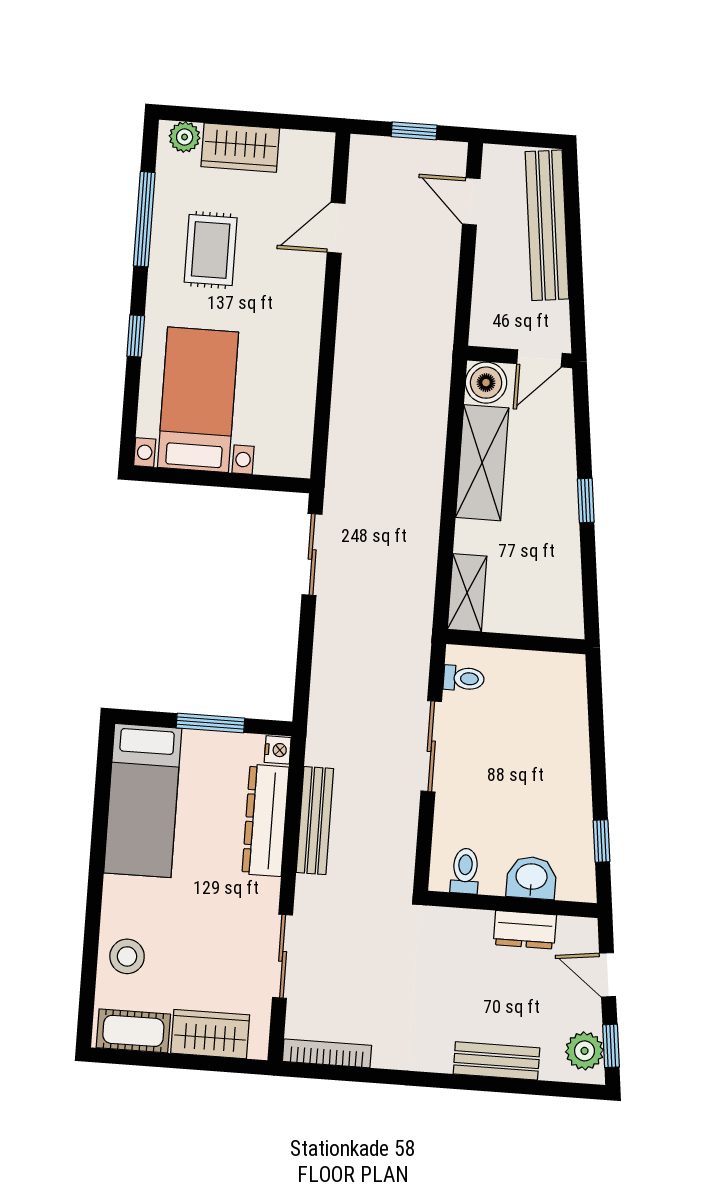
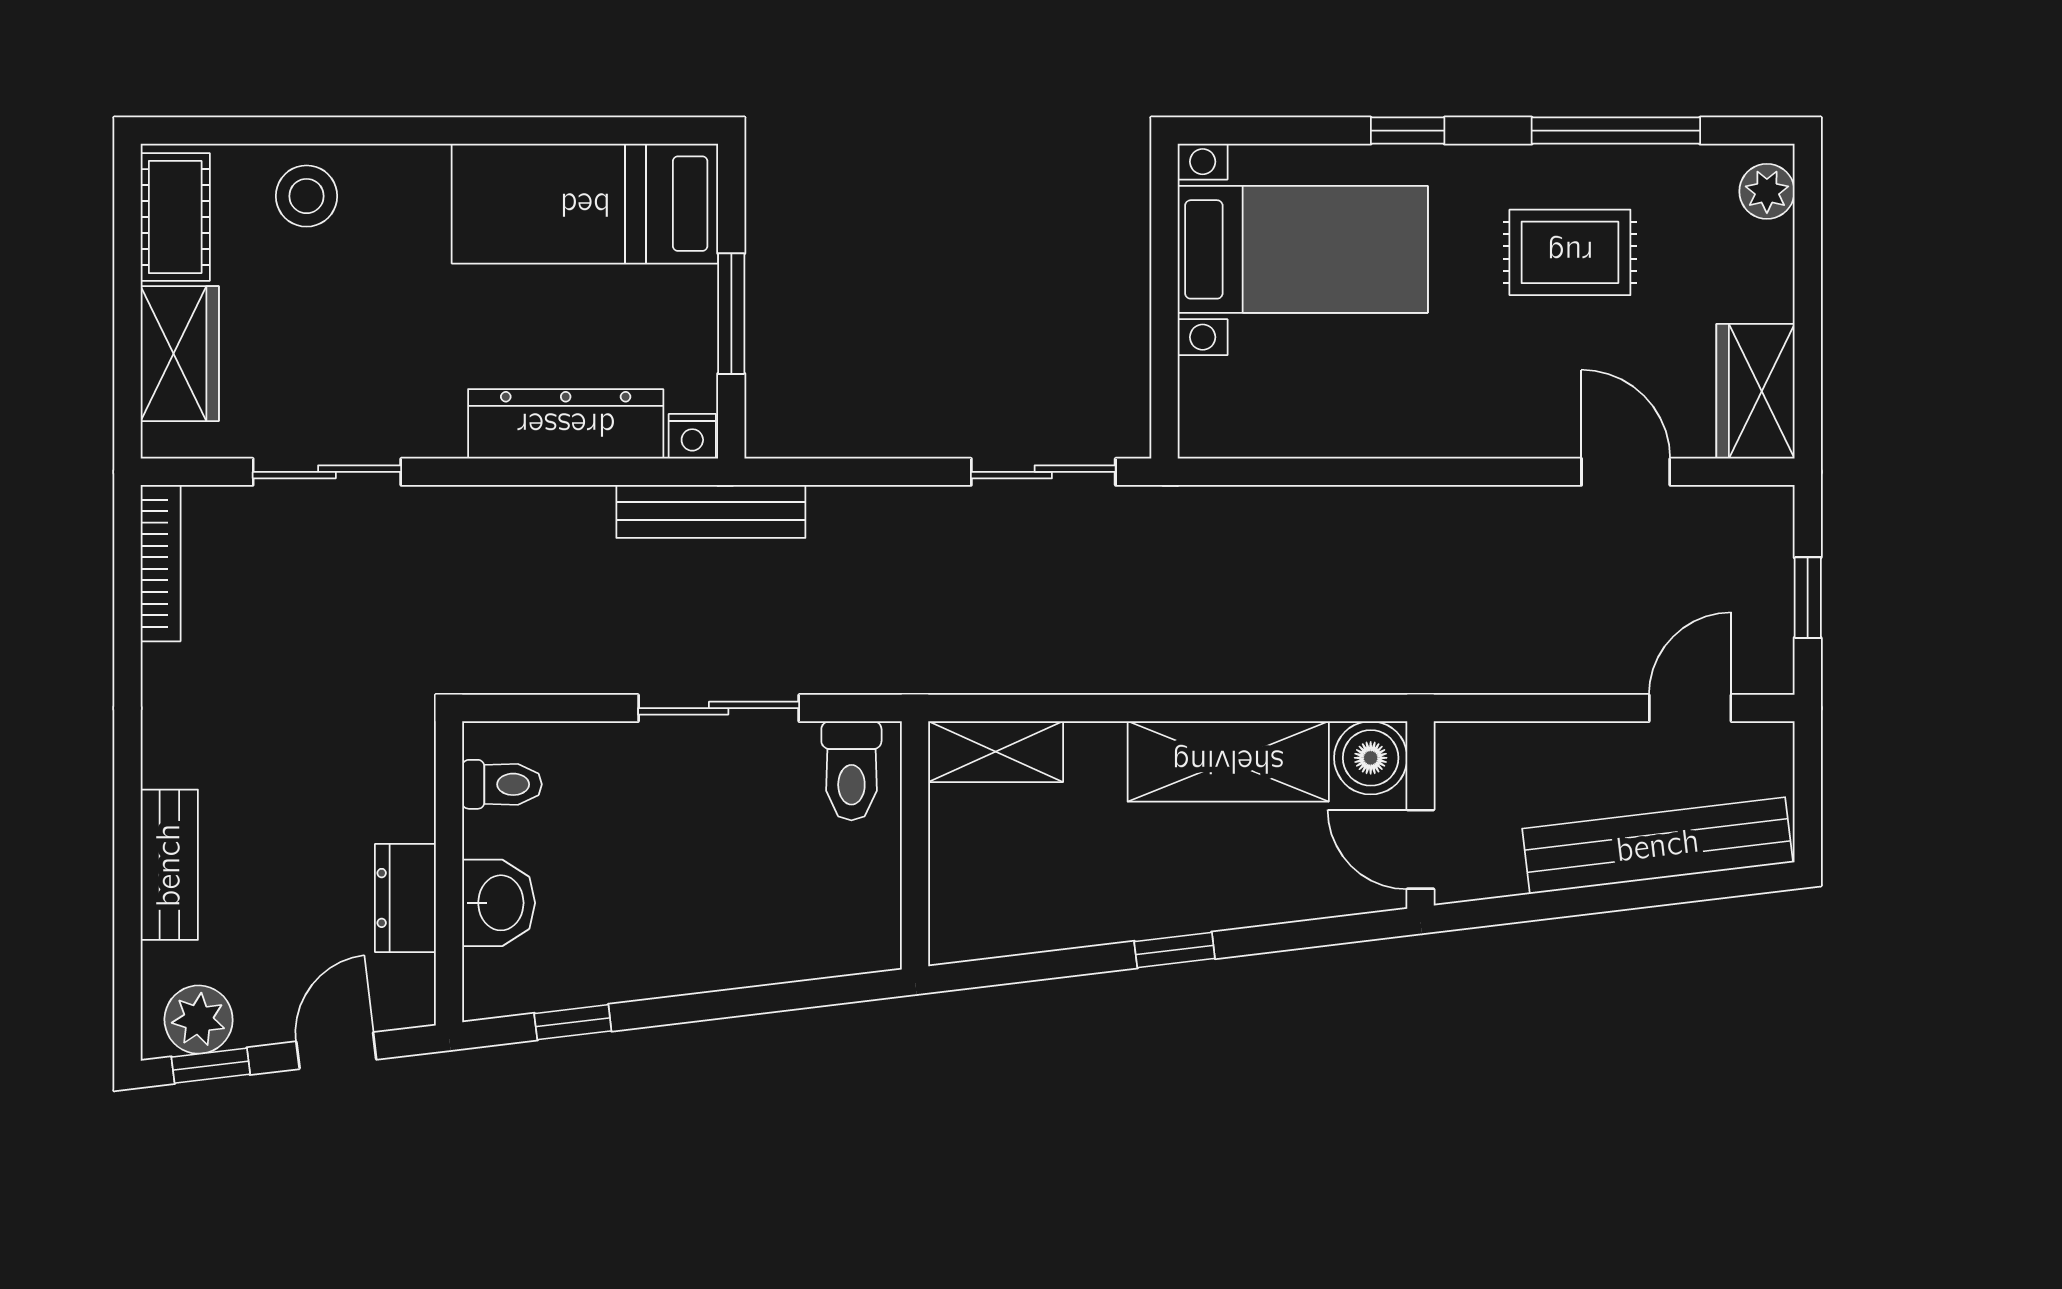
wardrobe: (240, 148) -> (1755, 391), moved
toilet: (464, 678) -> (851, 771), width x1.37, depth x1.39
bench: (315, 821) -> (711, 511), moved

